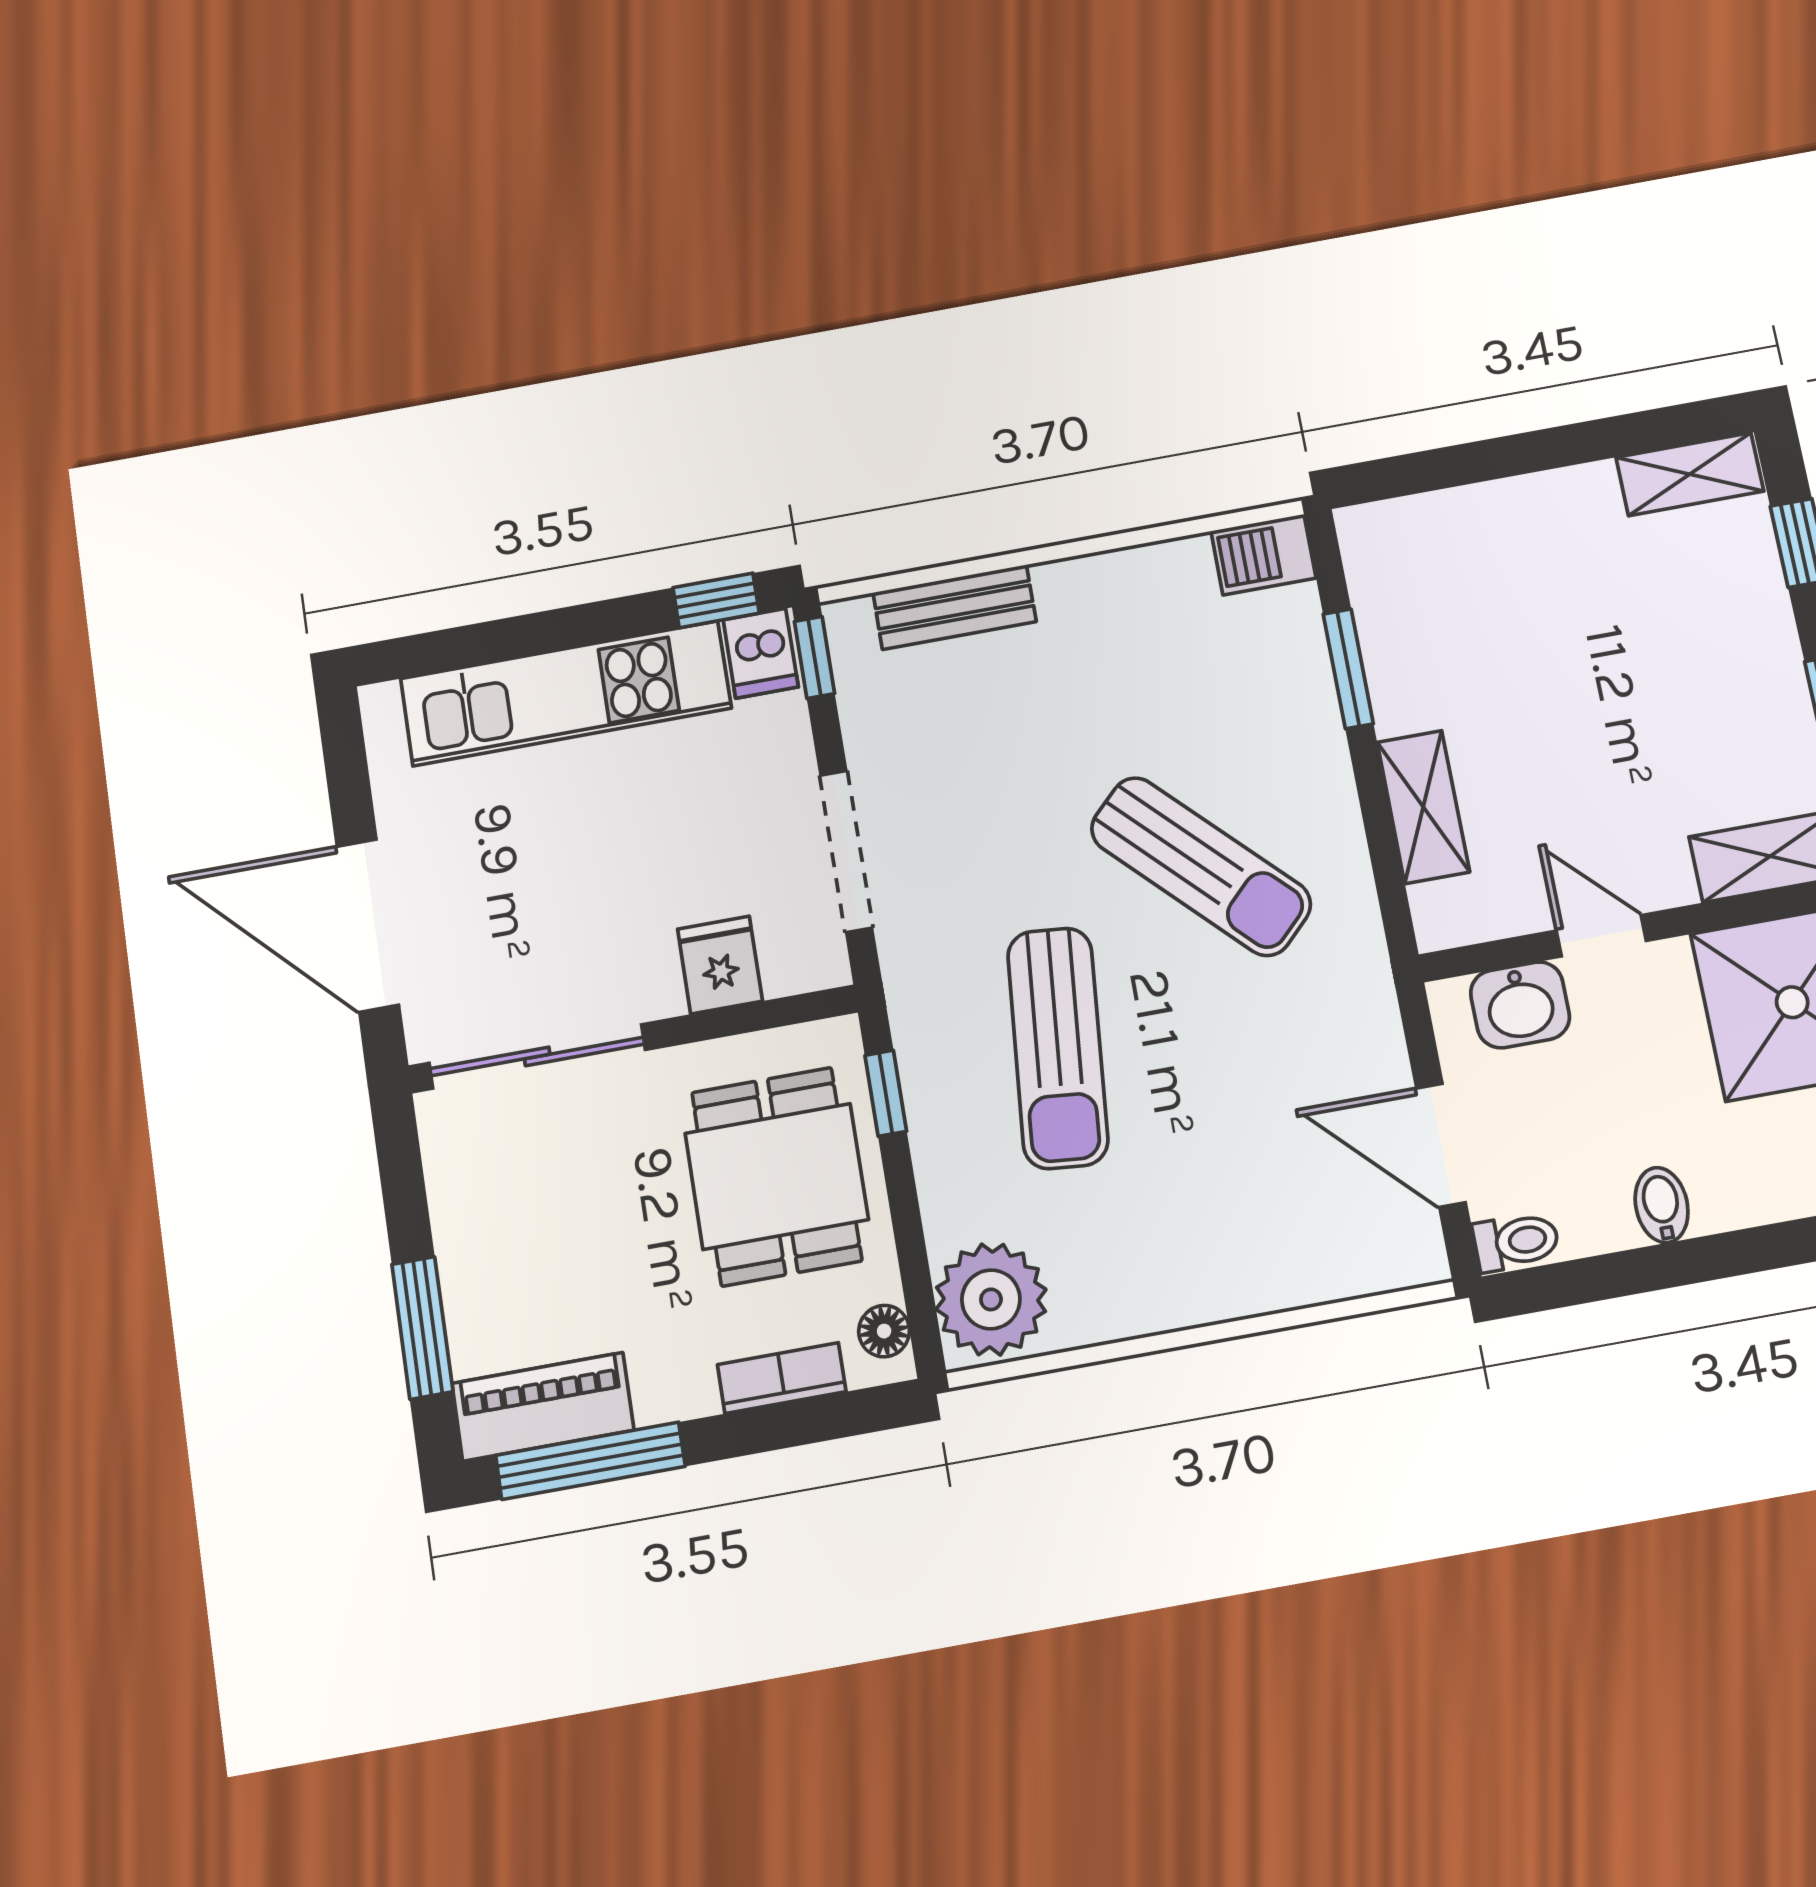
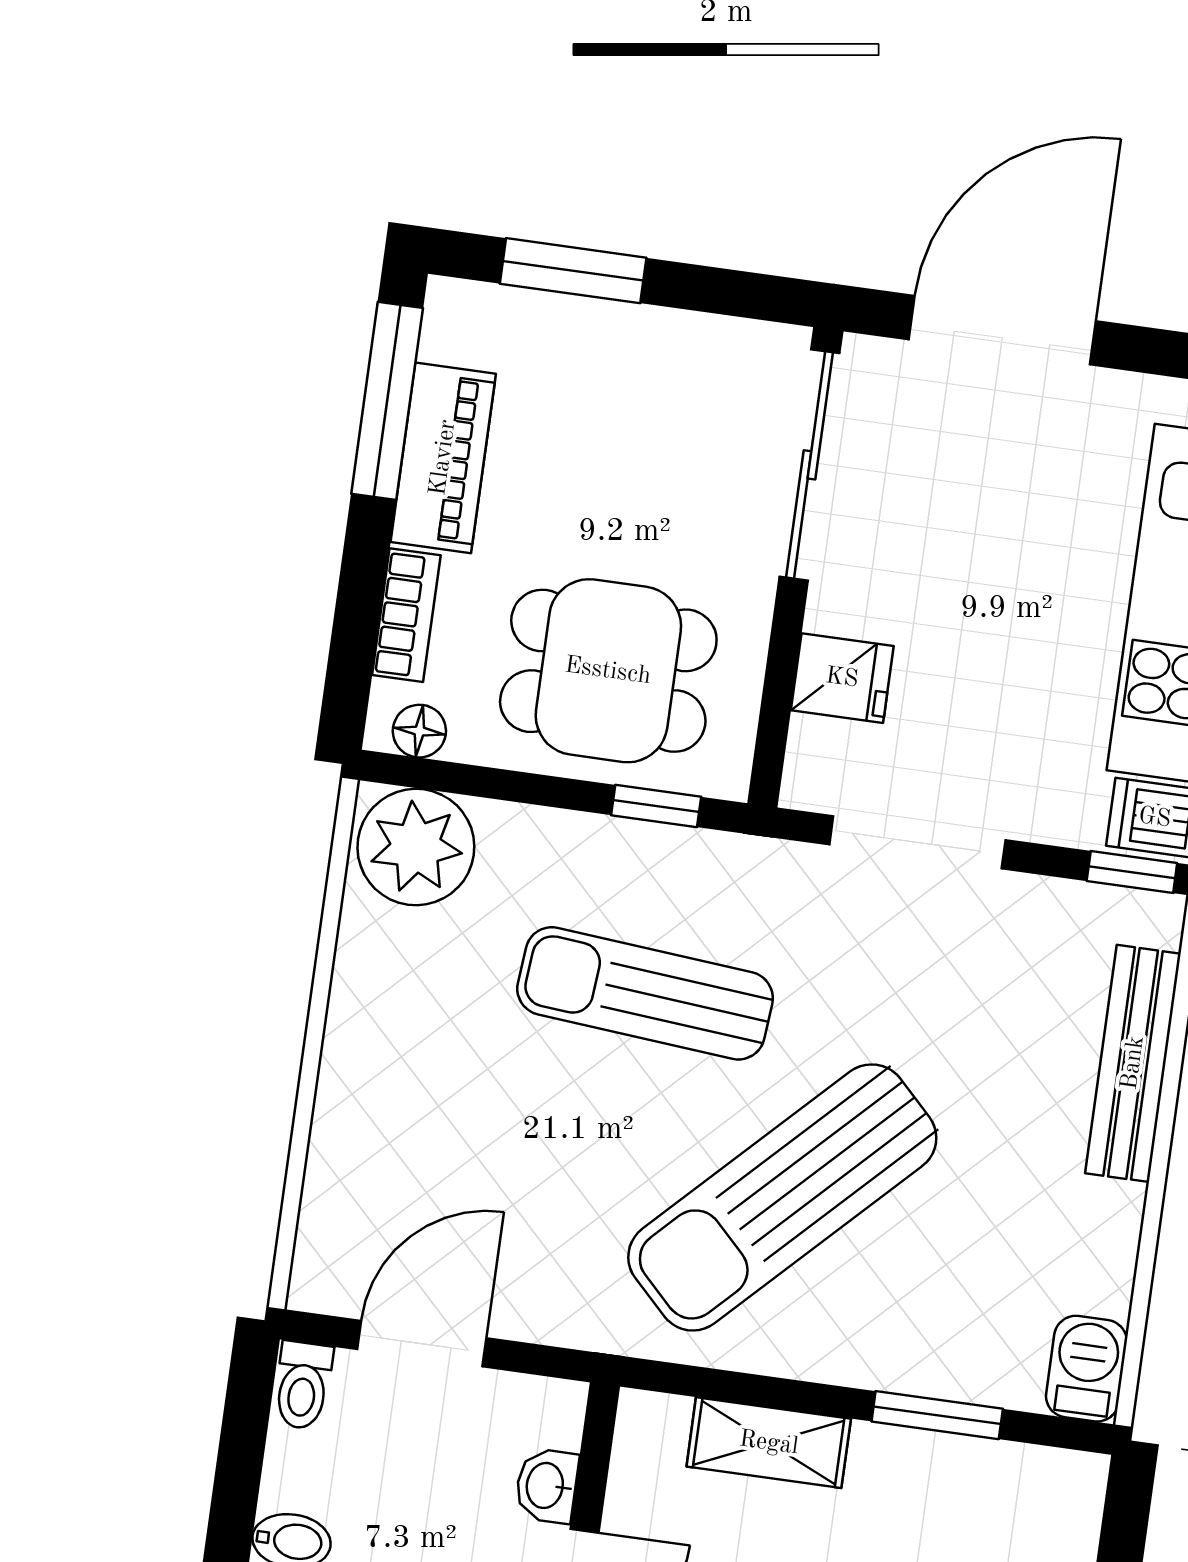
bench: (954, 607) -> (1133, 1063), width x1.36
sun lounger: (1201, 866) -> (782, 1197), width x1.36, depth x1.34
washbasin: (1520, 1005) -> (547, 1486), width x0.72, depth x0.69
piano: (543, 1407) -> (443, 458), moved

